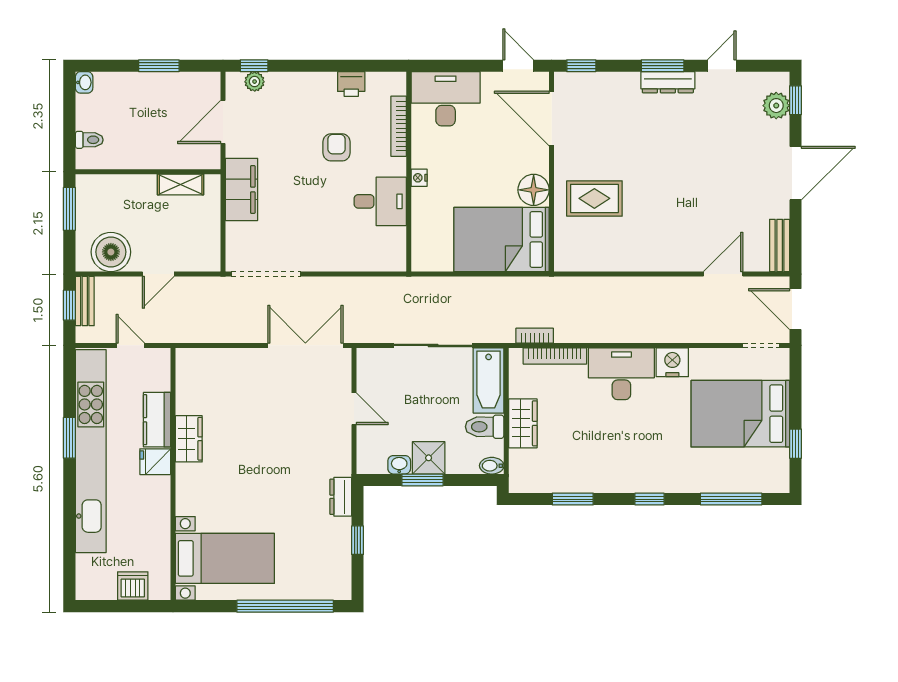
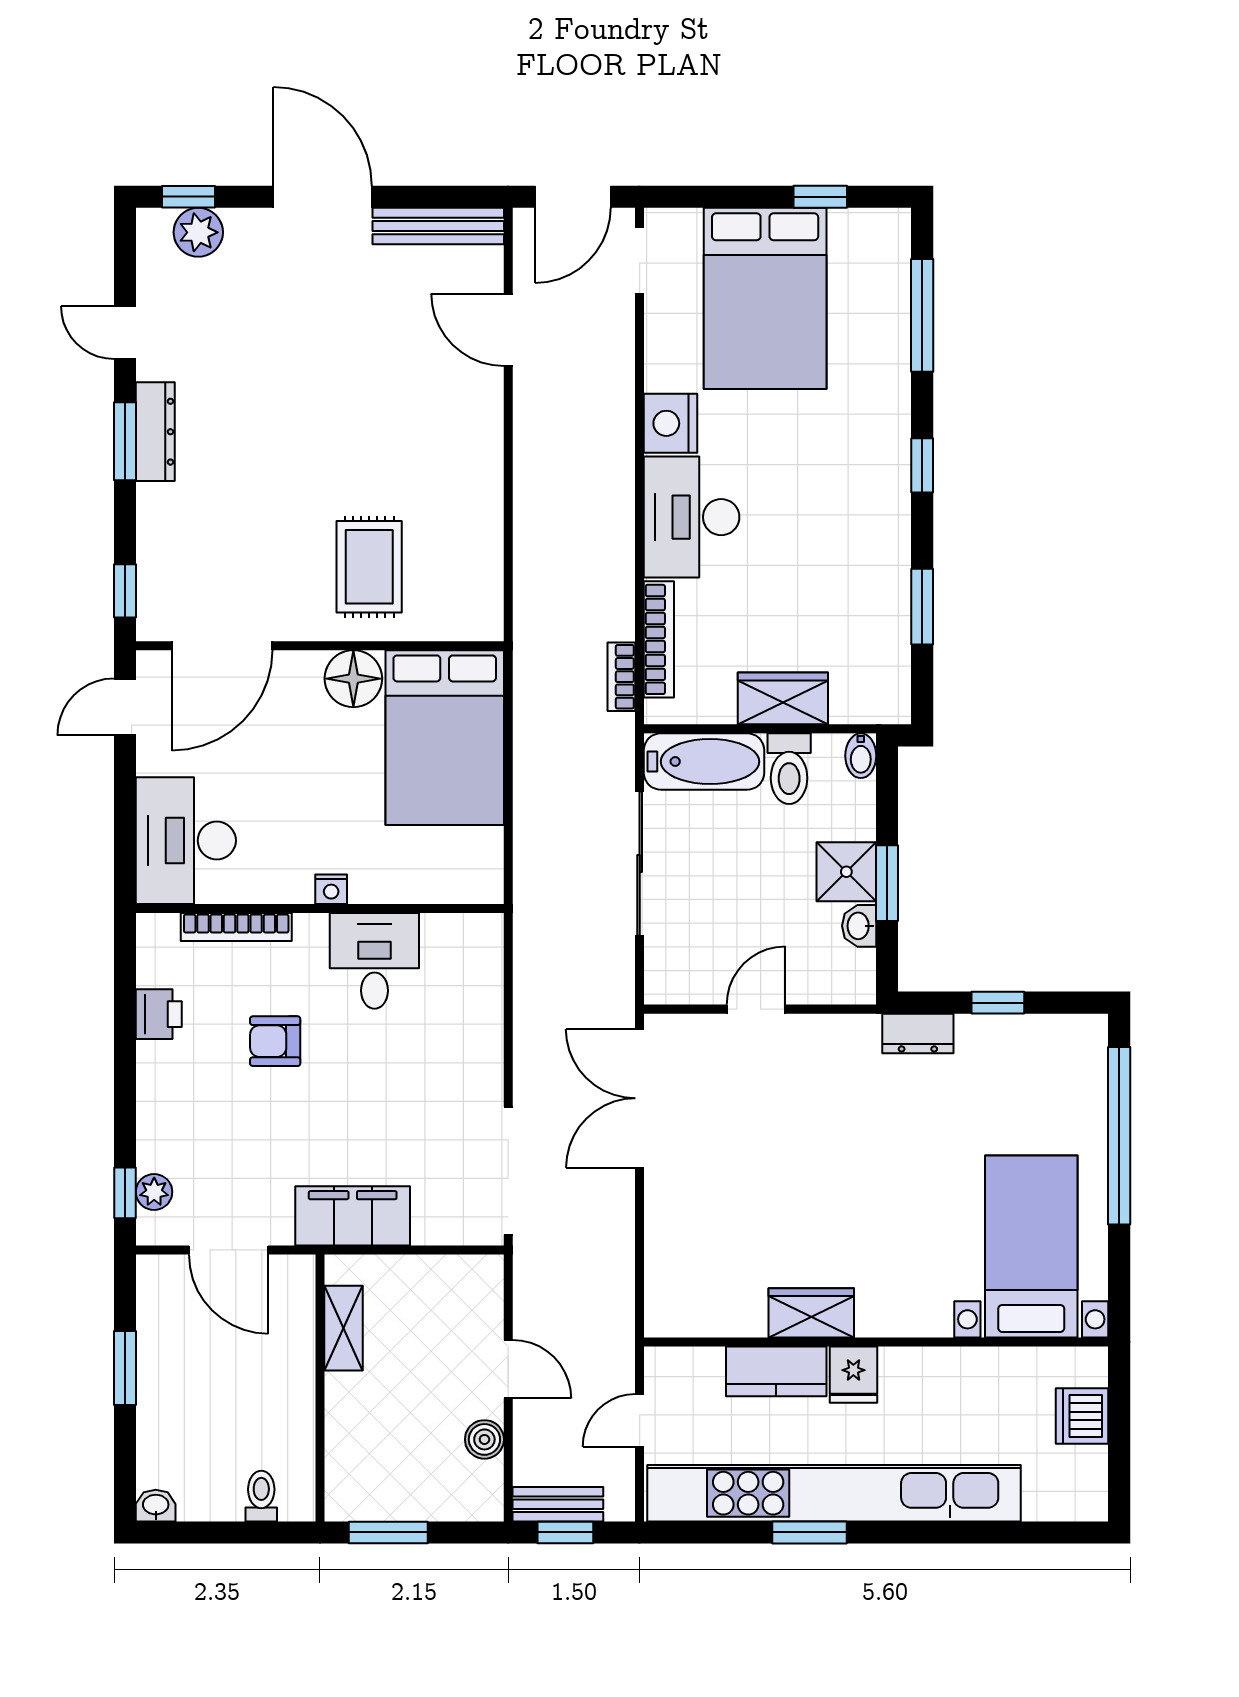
bench: (780, 245) -> (438, 226), width x1.36
boiler: (111, 252) -> (484, 1439), width x0.54, depth x0.54

